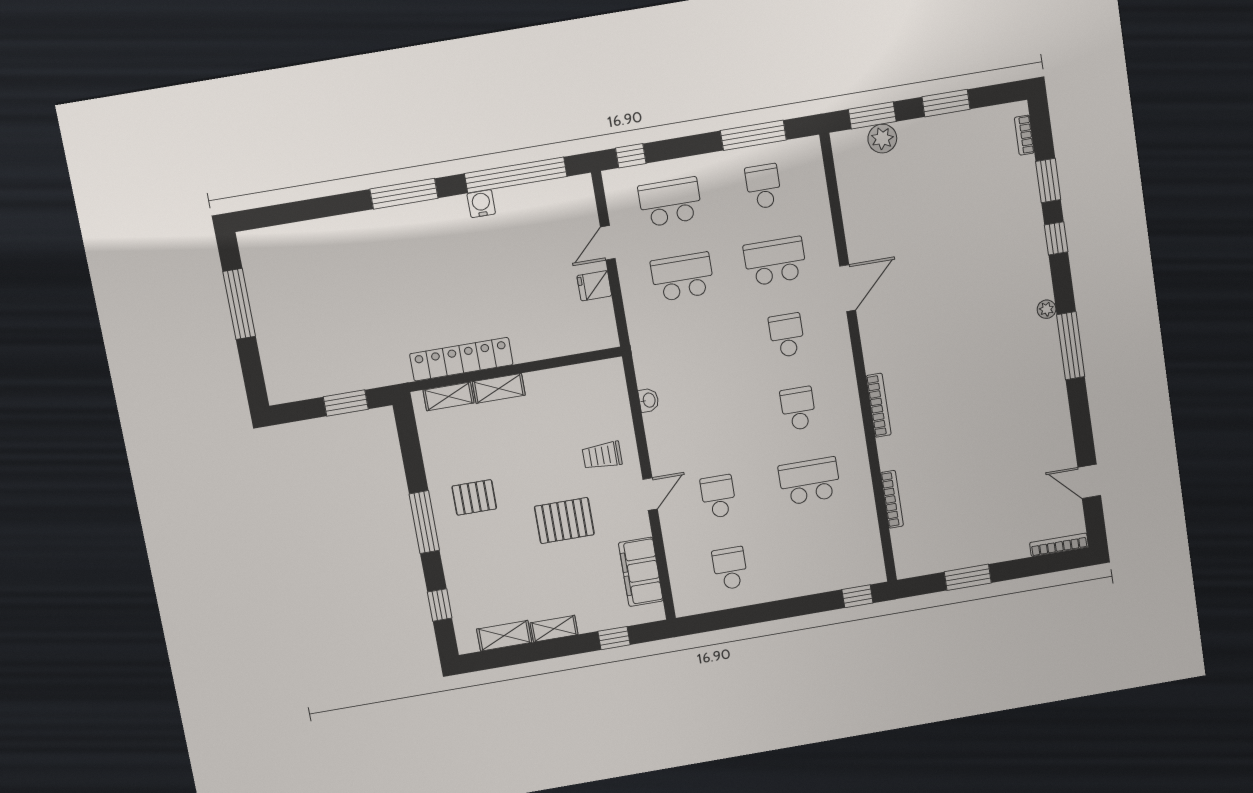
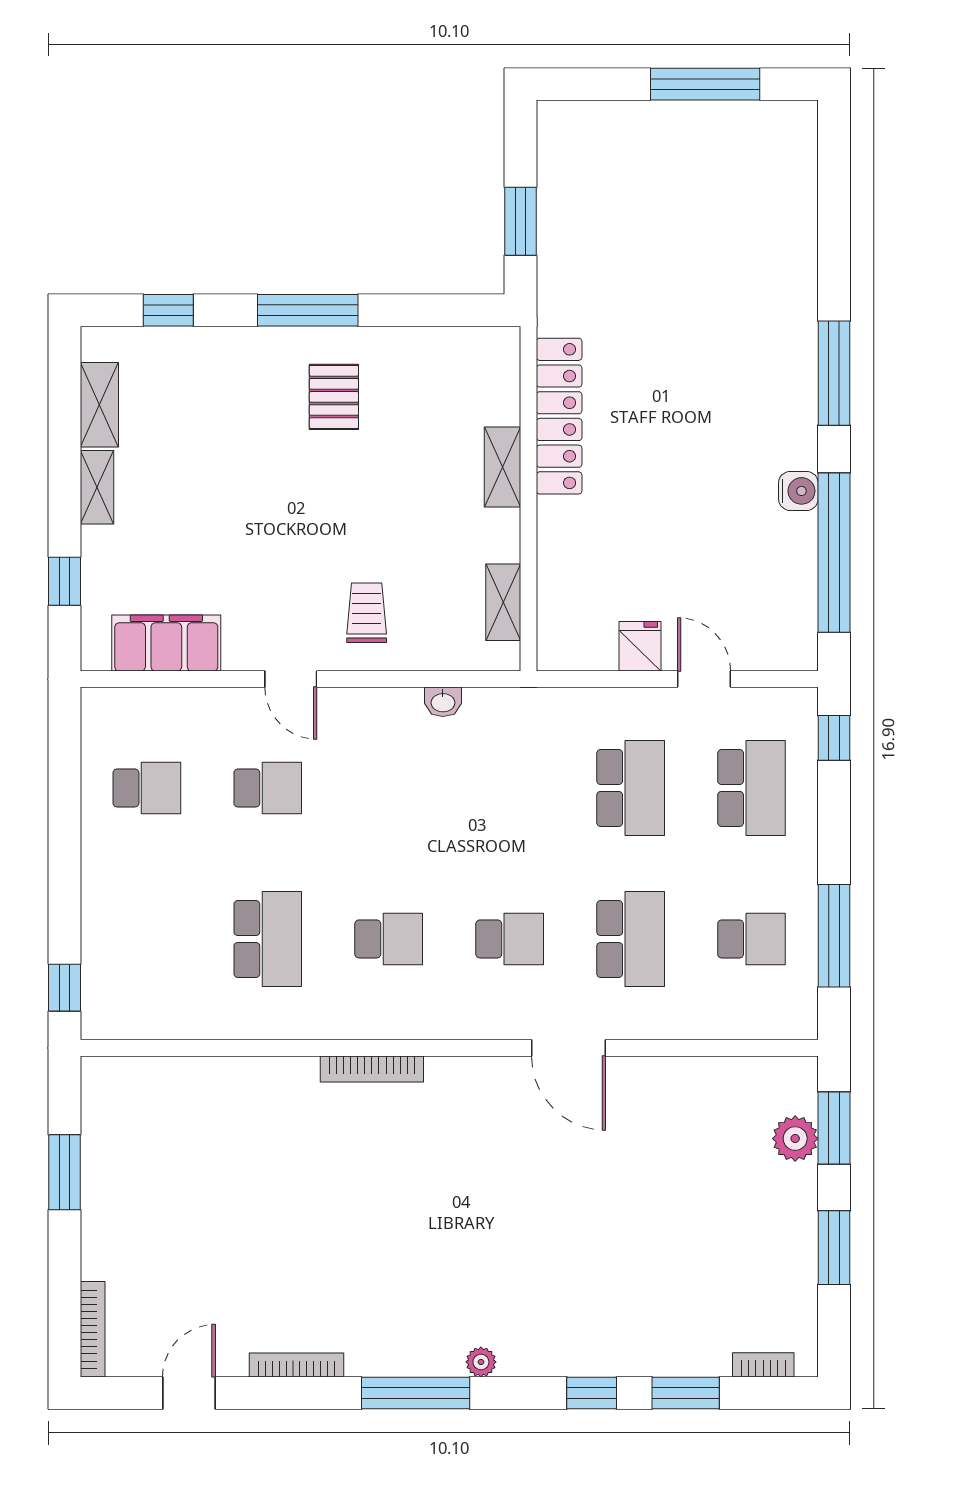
shelving: (449, 396) -> (503, 602), moved
bookcase: (892, 499) -> (297, 1365), moved, turned 180
pallet: (564, 521) -> (272, 534), removed

